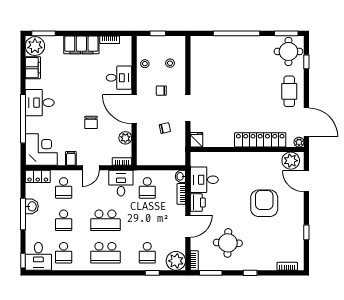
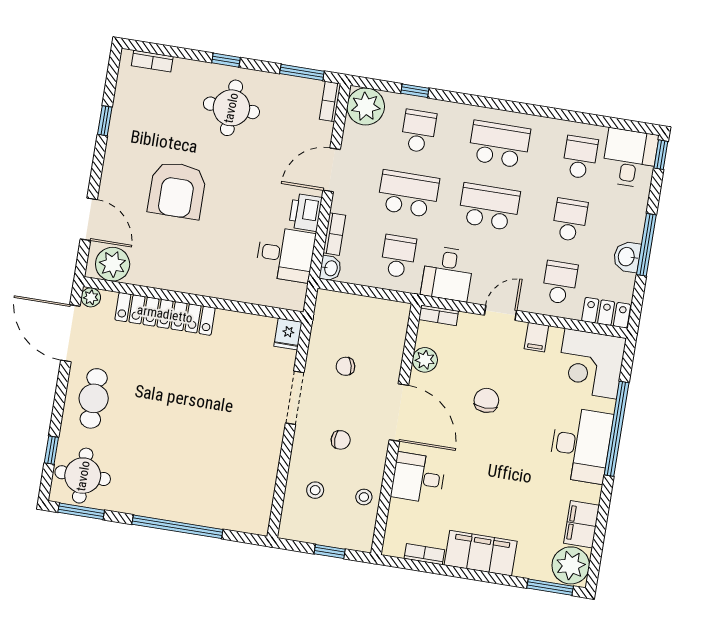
desk: (40, 103) -> (581, 445), width x1.37
school desk: (147, 220) -> (408, 194), added
round table: (228, 243) -> (231, 108), moved

